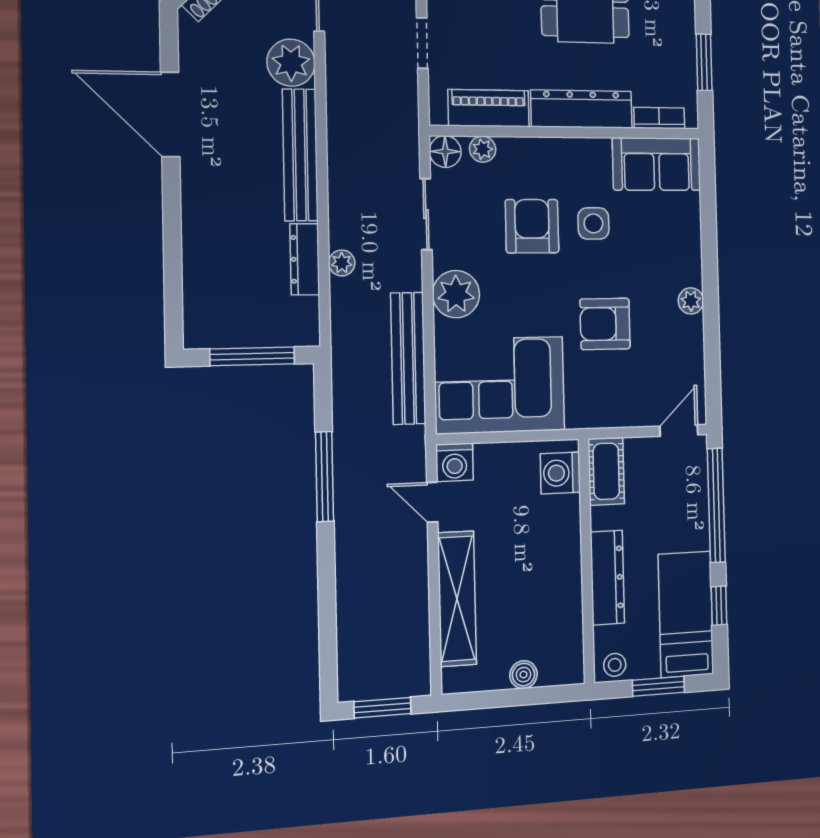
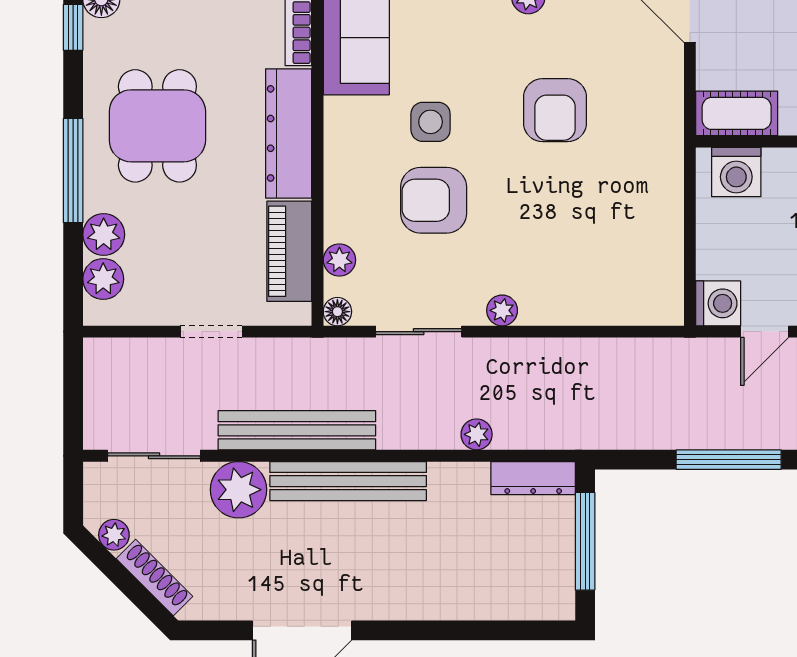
floor lamp: (445, 152) -> (337, 312), width x0.73, depth x0.73
dresser: (305, 259) -> (533, 478), moved
plant: (456, 294) -> (502, 310), width x0.53, depth x0.53
bench: (408, 358) -> (297, 430), moved
corner sofa: (500, 385) -> (627, 246), removed

